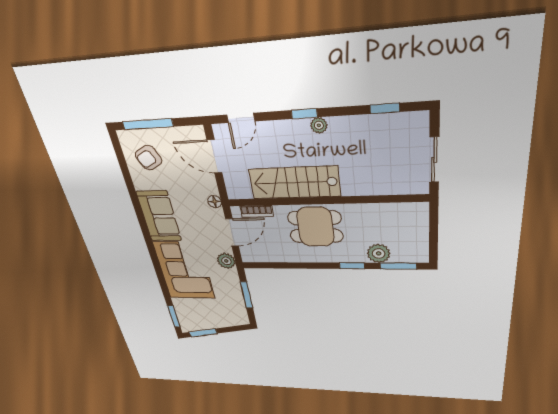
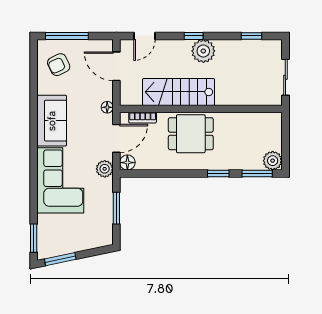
plant: (319, 125) -> (203, 51), width x1.88, depth x1.88
plant: (379, 253) -> (273, 161), moved
floor lamp: (249, 255) -> (127, 163), added

